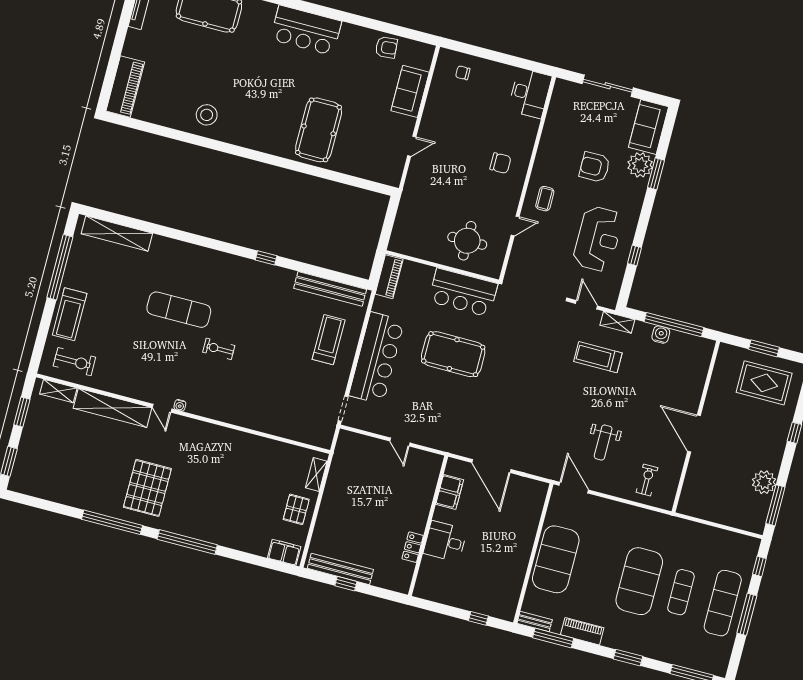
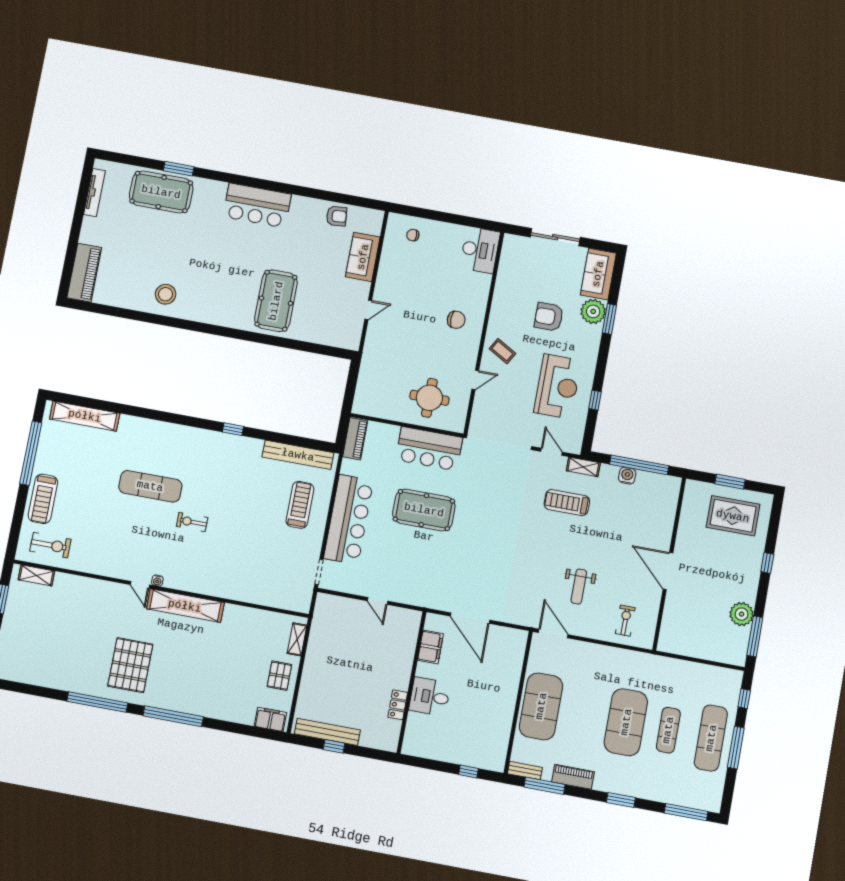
coffee table: (545, 199) -> (502, 351), turned -60
shelving: (112, 408) -> (185, 606), moved

